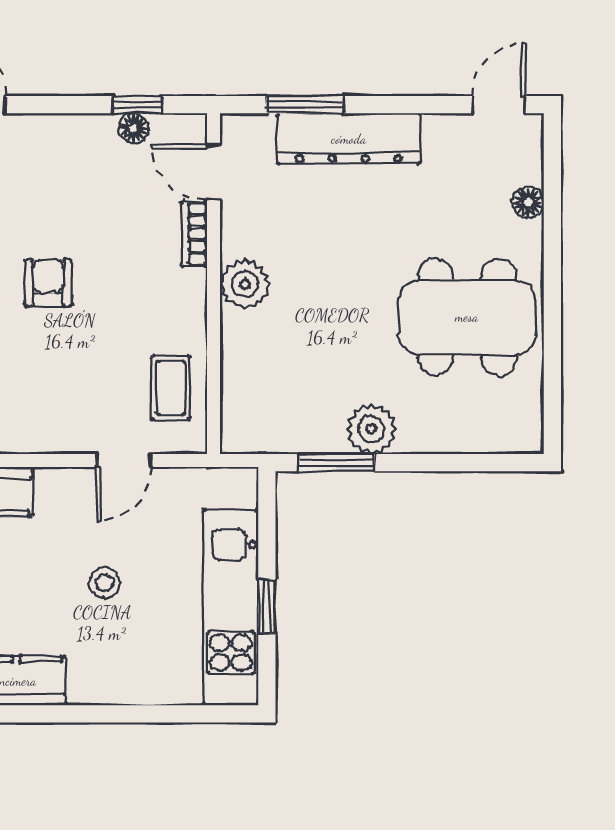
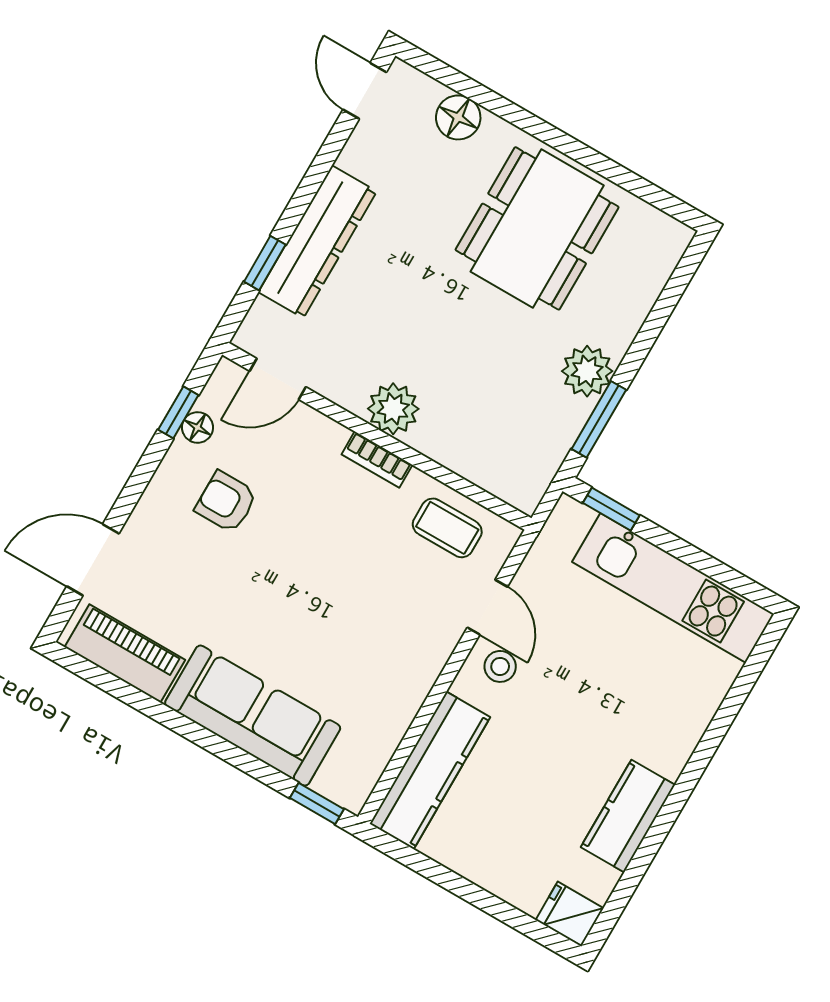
window: (305, 105) -> (265, 263), width x0.67
floor lamp: (528, 202) -> (458, 117), width x1.37, depth x1.37
bookcase: (194, 234) -> (377, 460), moved
armchair: (48, 283) -> (226, 502), moved
stool: (105, 582) -> (500, 666), moved
window: (267, 606) -> (611, 509), moved

